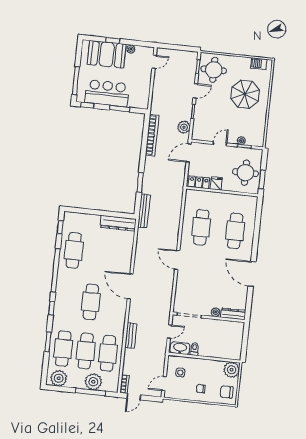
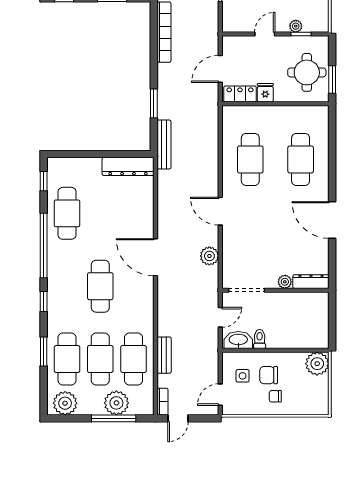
plant: (184, 127) -> (209, 256), moved
door: (189, 153) -> (220, 69), moved
bench: (131, 336) -> (164, 355), moved
chair: (227, 392) -> (269, 375), moved

